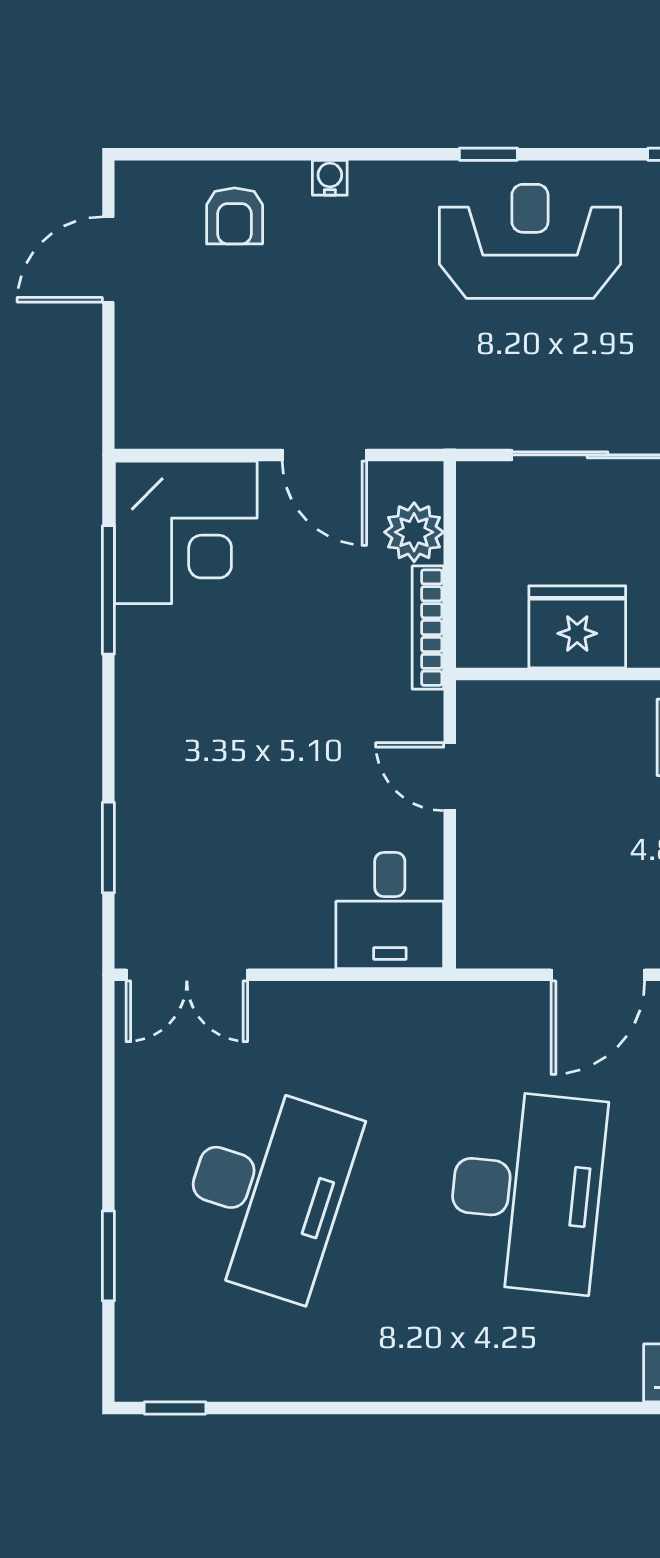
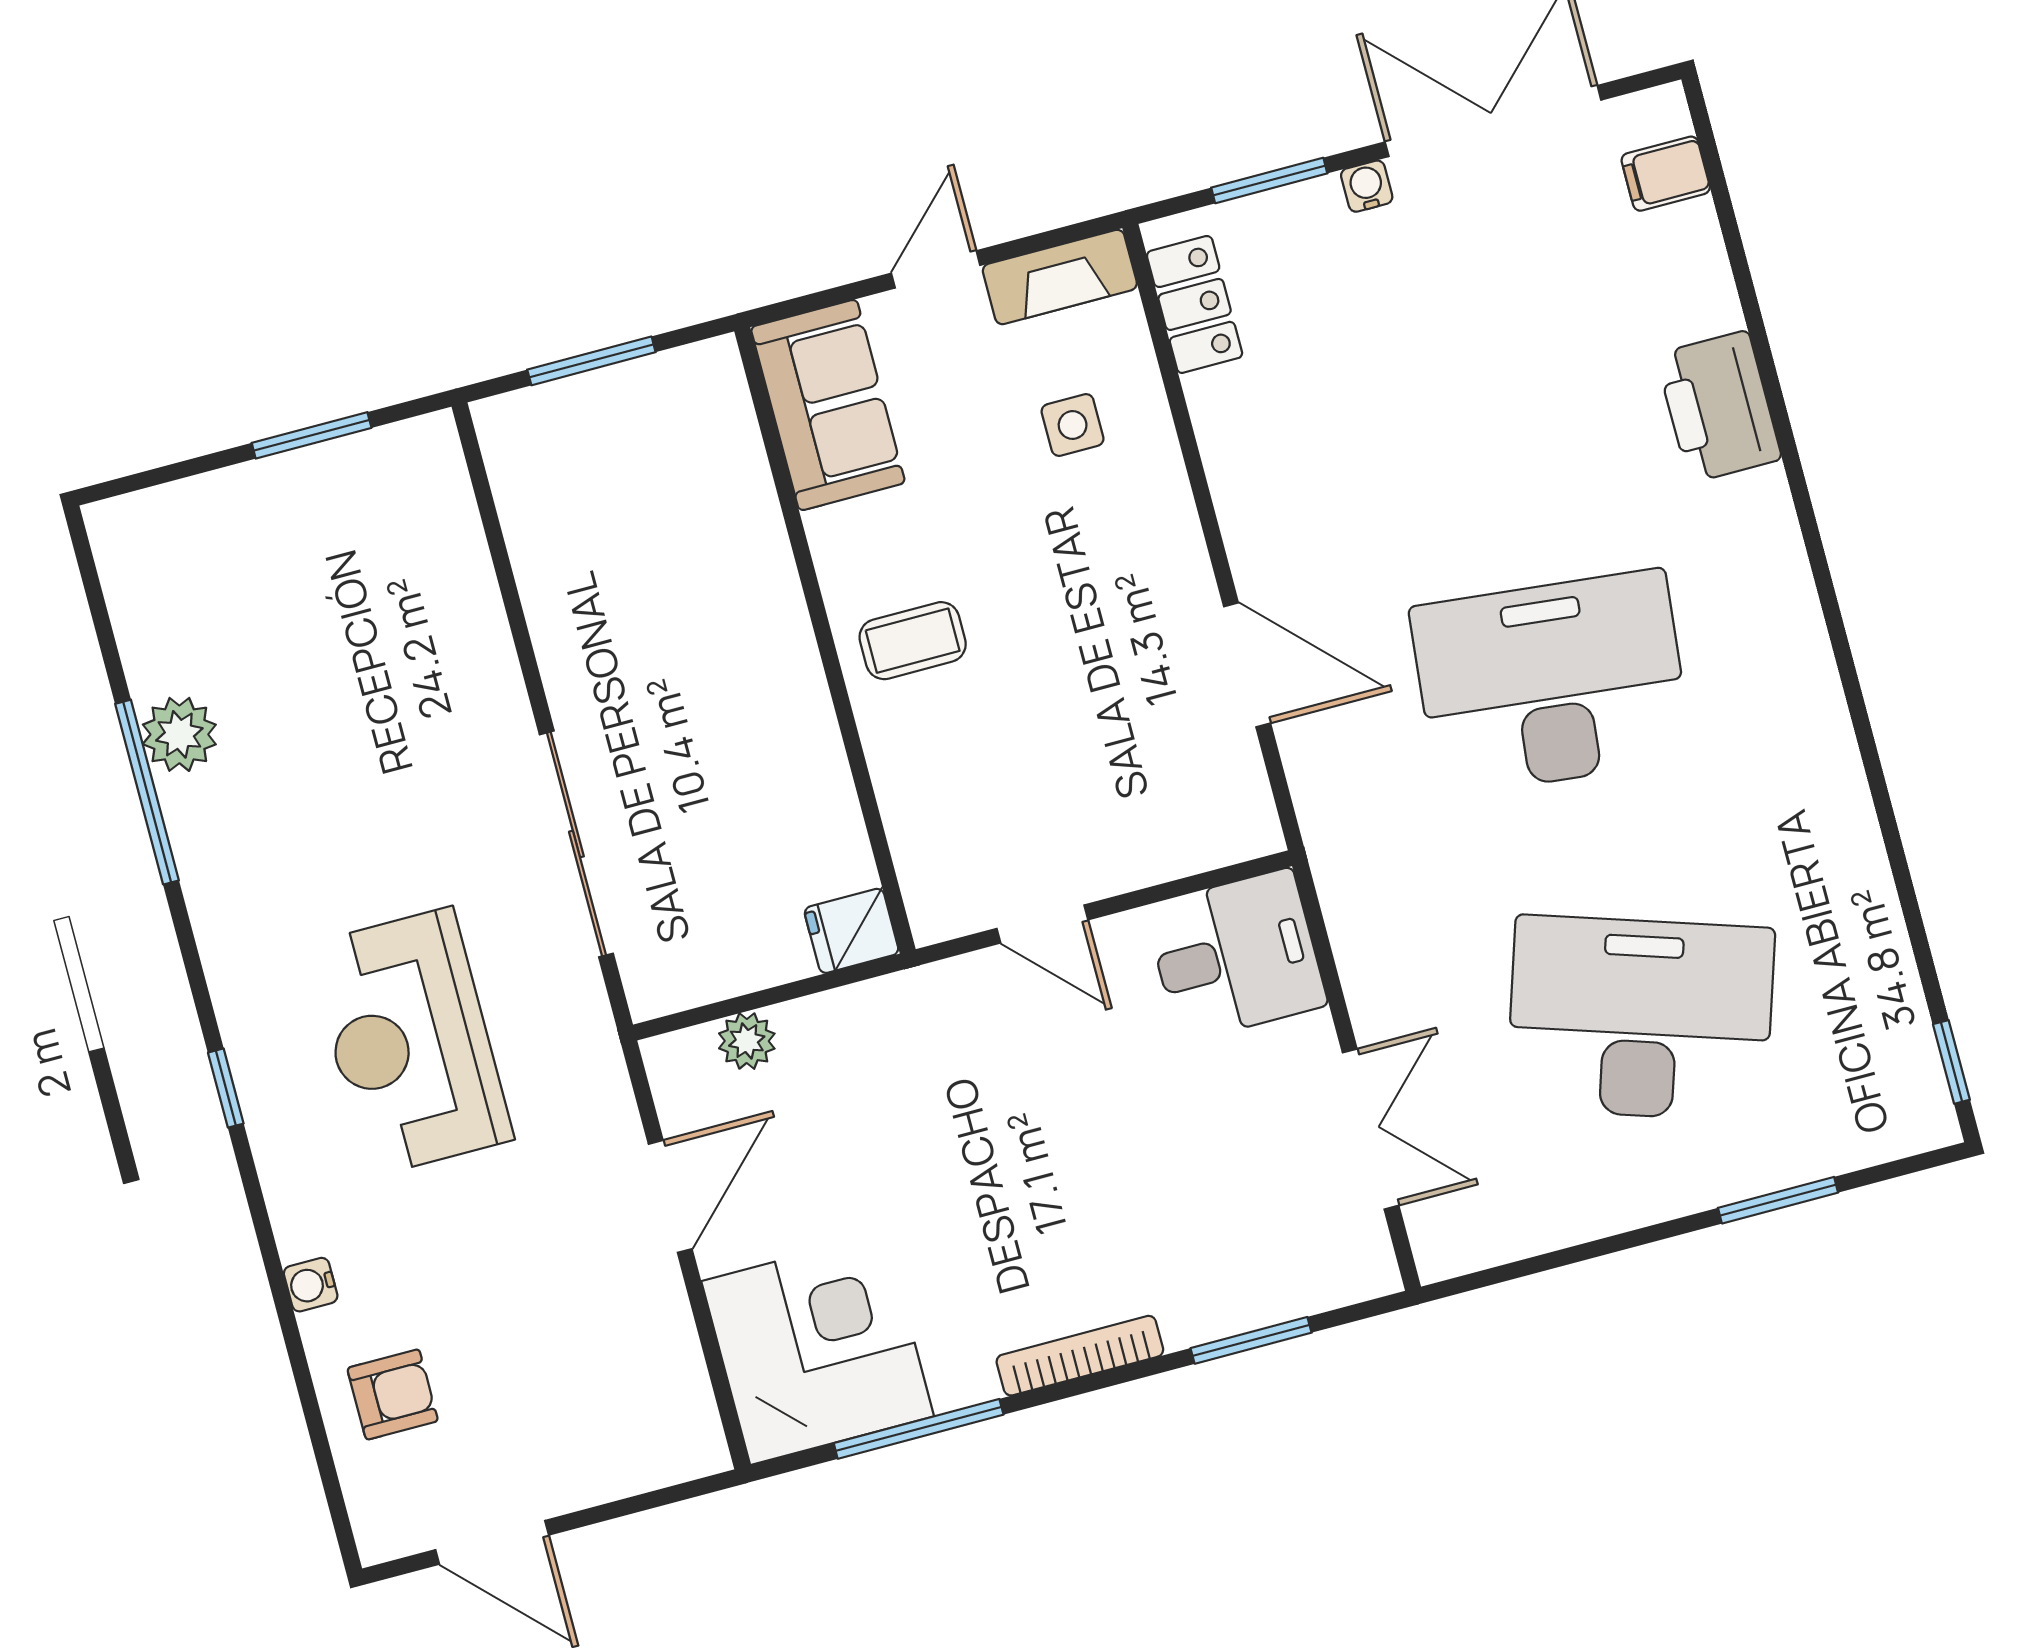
reception desk: (530, 241) -> (410, 1042), moved
plant: (414, 532) -> (747, 1041), width x0.73, depth x0.73
fridge: (577, 627) -> (852, 931), moved, width x0.53, depth x0.75
bookcase: (428, 628) -> (1080, 1356), moved, turned 180
door: (450, 777) -> (1042, 924), hinge flipped
double door: (187, 975) -> (1371, 1129), moved

